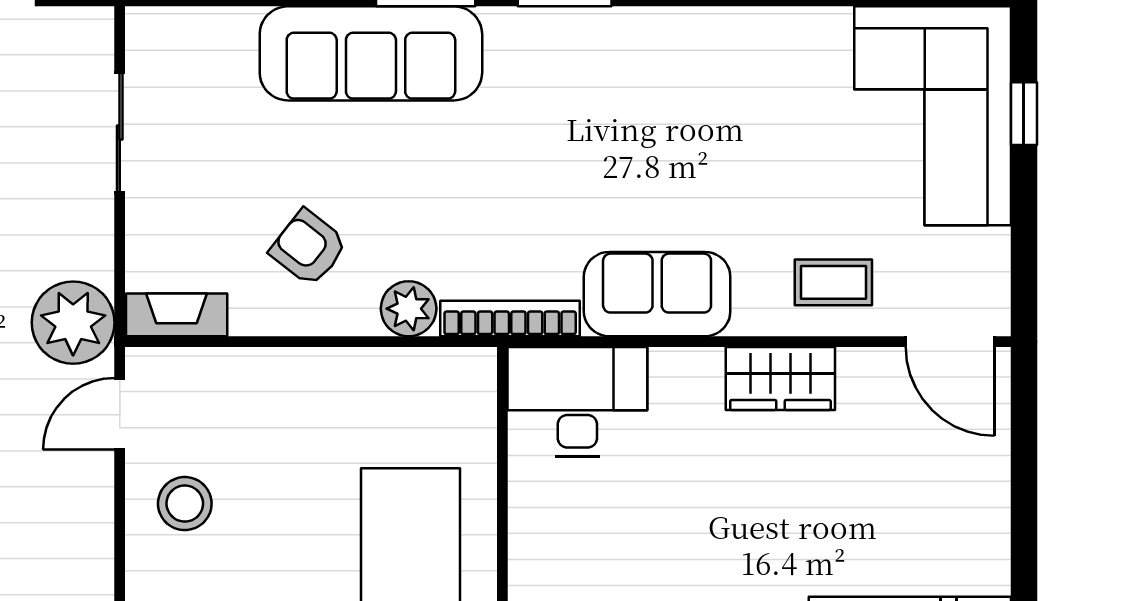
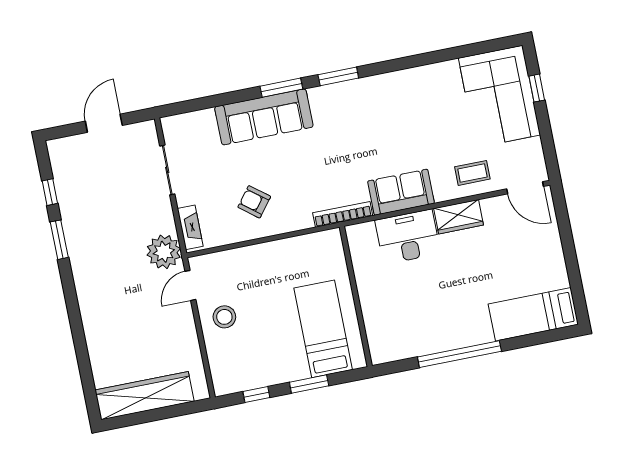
plant: (409, 309) -> (300, 219), removed
fireplace: (177, 315) -> (190, 227), moved, turned 90
desk: (577, 402) -> (408, 237), moved

